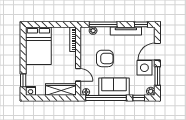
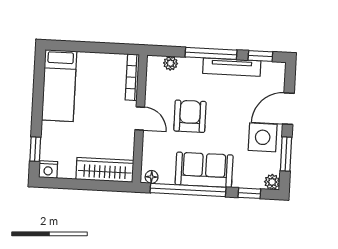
window: (103, 24) -> (211, 53), moved
bed: (38, 46) -> (59, 86), width x0.67
armchair: (105, 58) -> (190, 116), turned -90
door: (78, 75) -> (140, 118), moved

